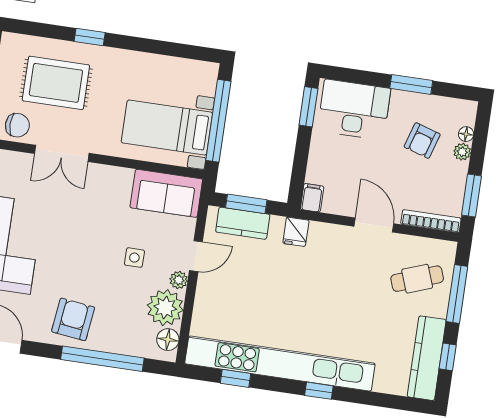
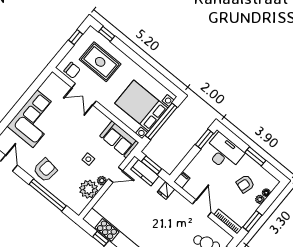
window: (90, 37) -> (107, 34), moved
bed with nightstands: (167, 128) -> (141, 106), width x1.36
floor lamp: (168, 340) -> (81, 204), removed

